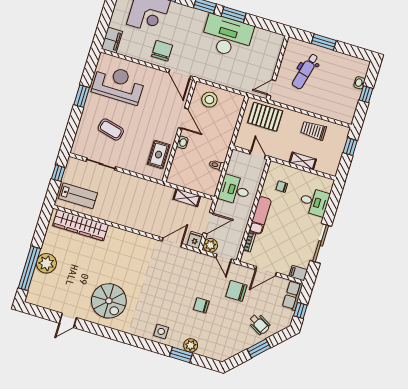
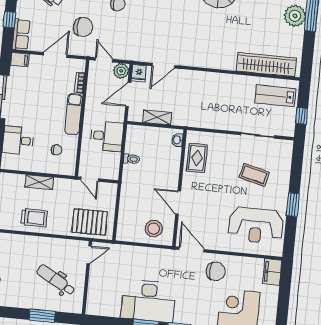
chair: (162, 51) -> (216, 271), turned -90
dental chair: (305, 71) -> (56, 280), turned -74
washbasin: (182, 142) -> (177, 140), moved

